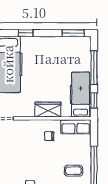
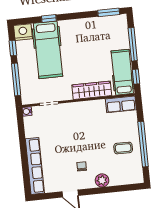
window: (26, 33) -> (49, 19), moved
wardrobe: (48, 110) -> (92, 90), width x1.50
chair: (49, 136) -> (96, 116), removed

